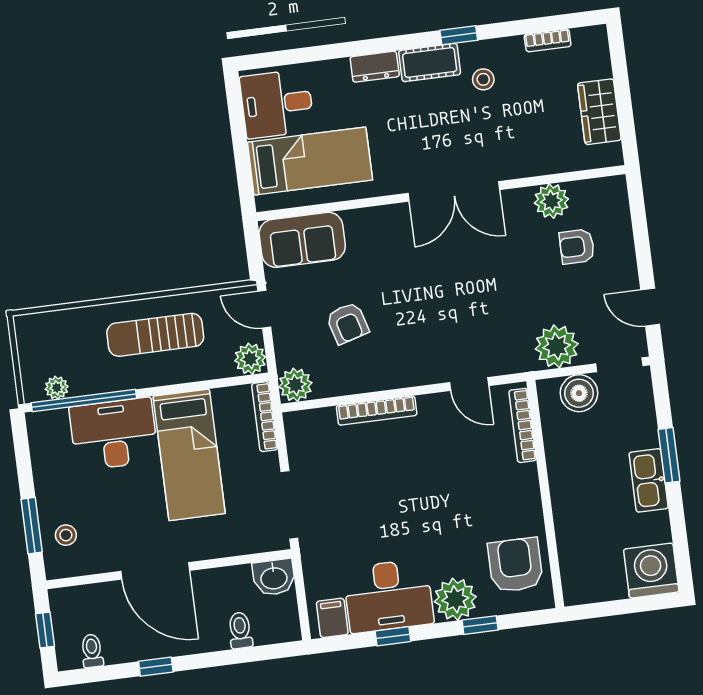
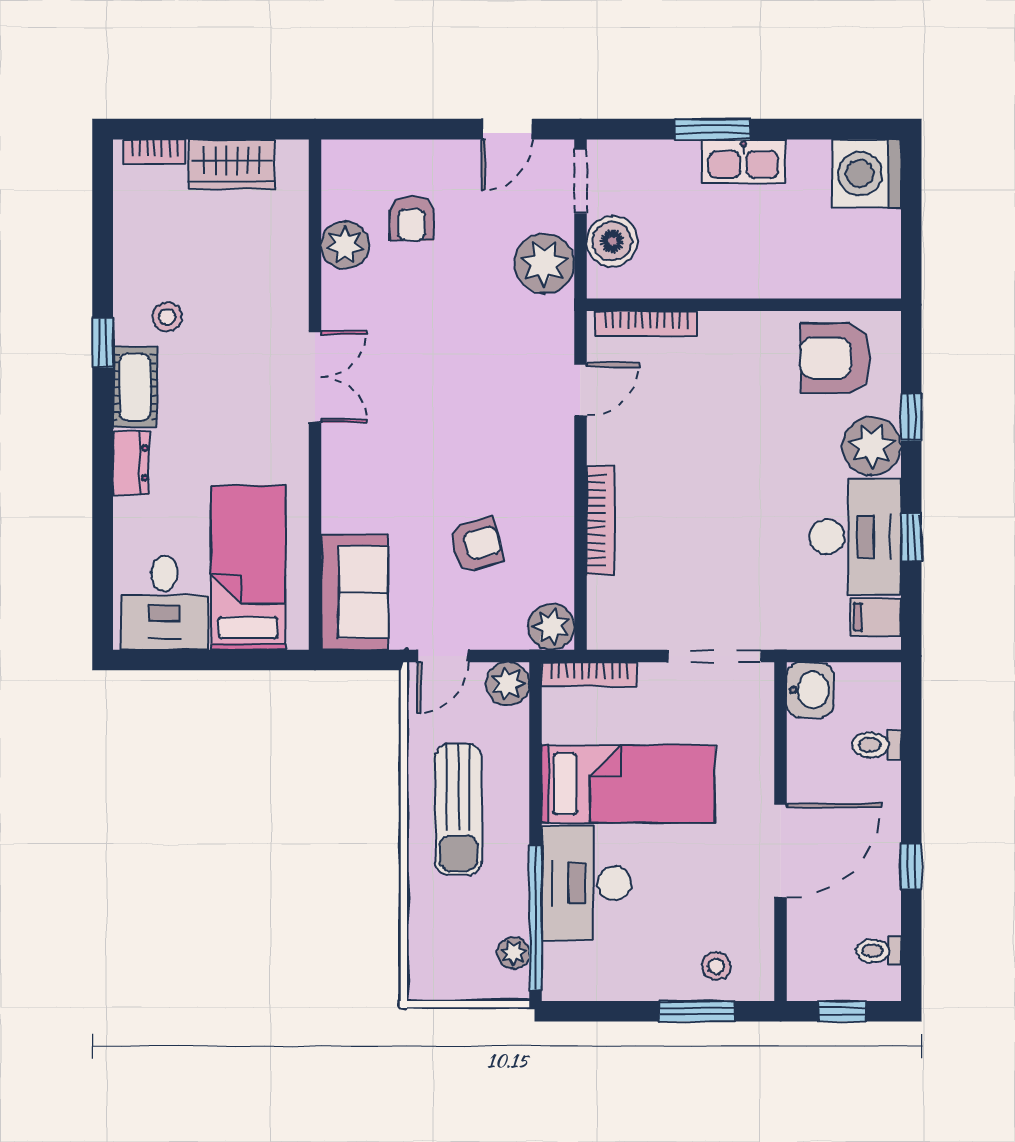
bookcase: (548, 40) -> (154, 152), moved, turned 90
double door: (454, 191) -> (315, 377), width x0.73

